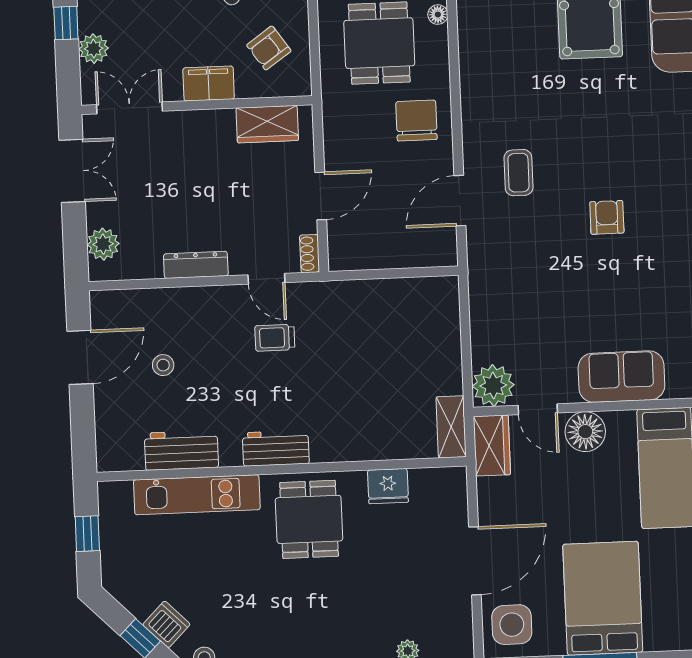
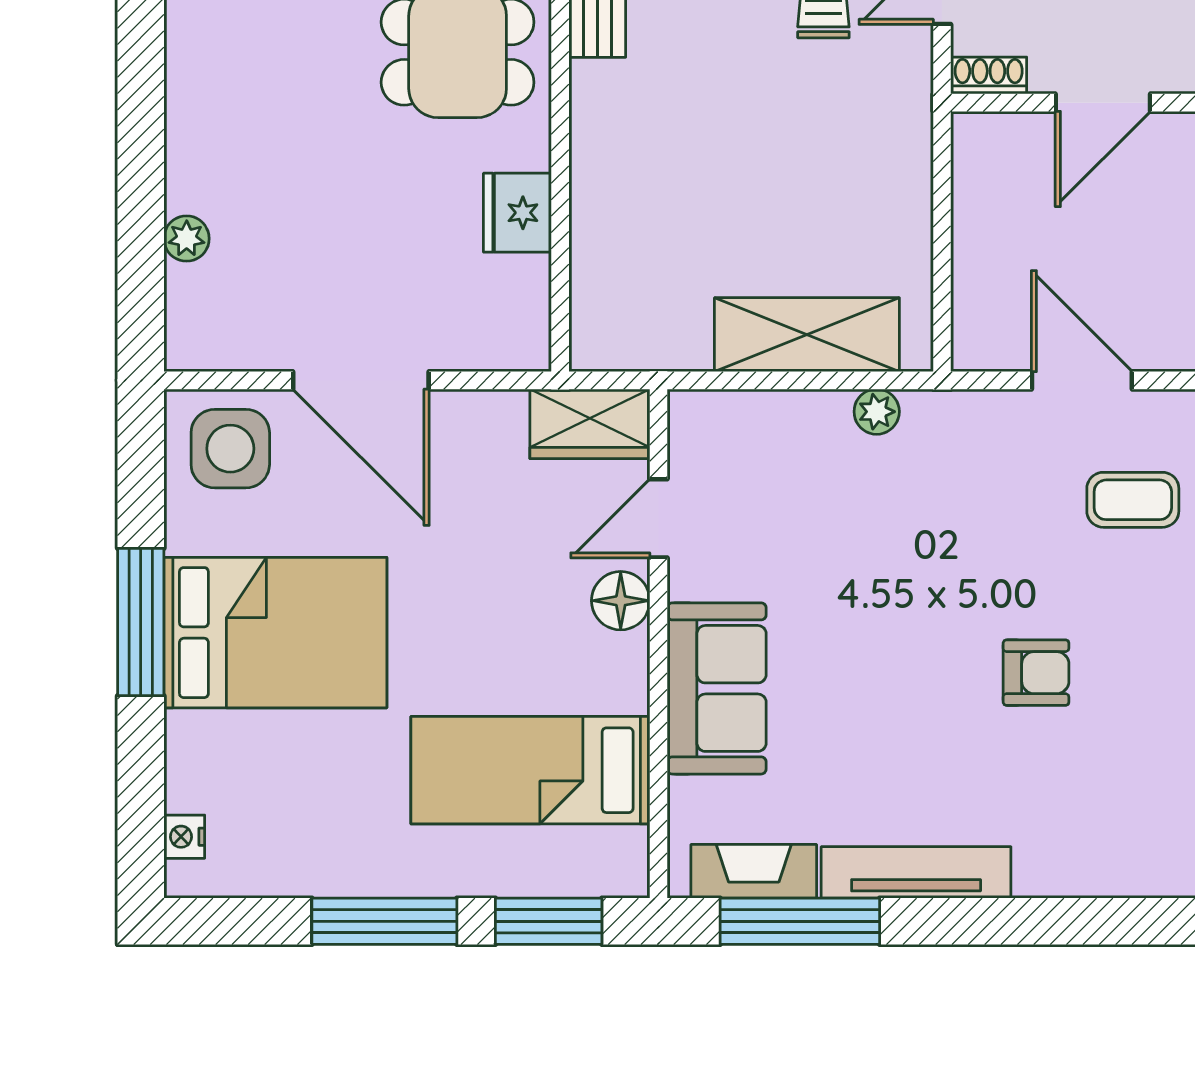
door: (321, 196) -> (1103, 103), hinge flipped
plant: (493, 385) -> (877, 412), moved, width x0.53, depth x0.53
shelving: (451, 427) -> (807, 335), moved, width x1.50, depth x1.33
floor lamp: (585, 432) -> (621, 601), width x0.73, depth x0.73

